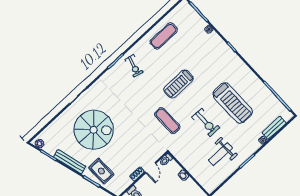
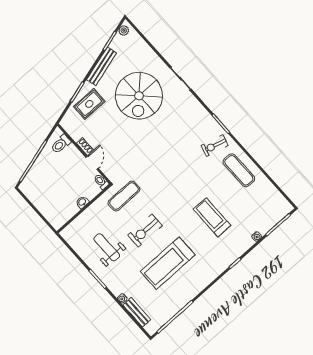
exercise mat: (164, 36) -> (239, 170), moved
treadmill: (178, 84) -> (212, 217), moved
exercise mat: (167, 121) -> (124, 196), moved
door: (150, 168) -> (92, 163), swing flipped

